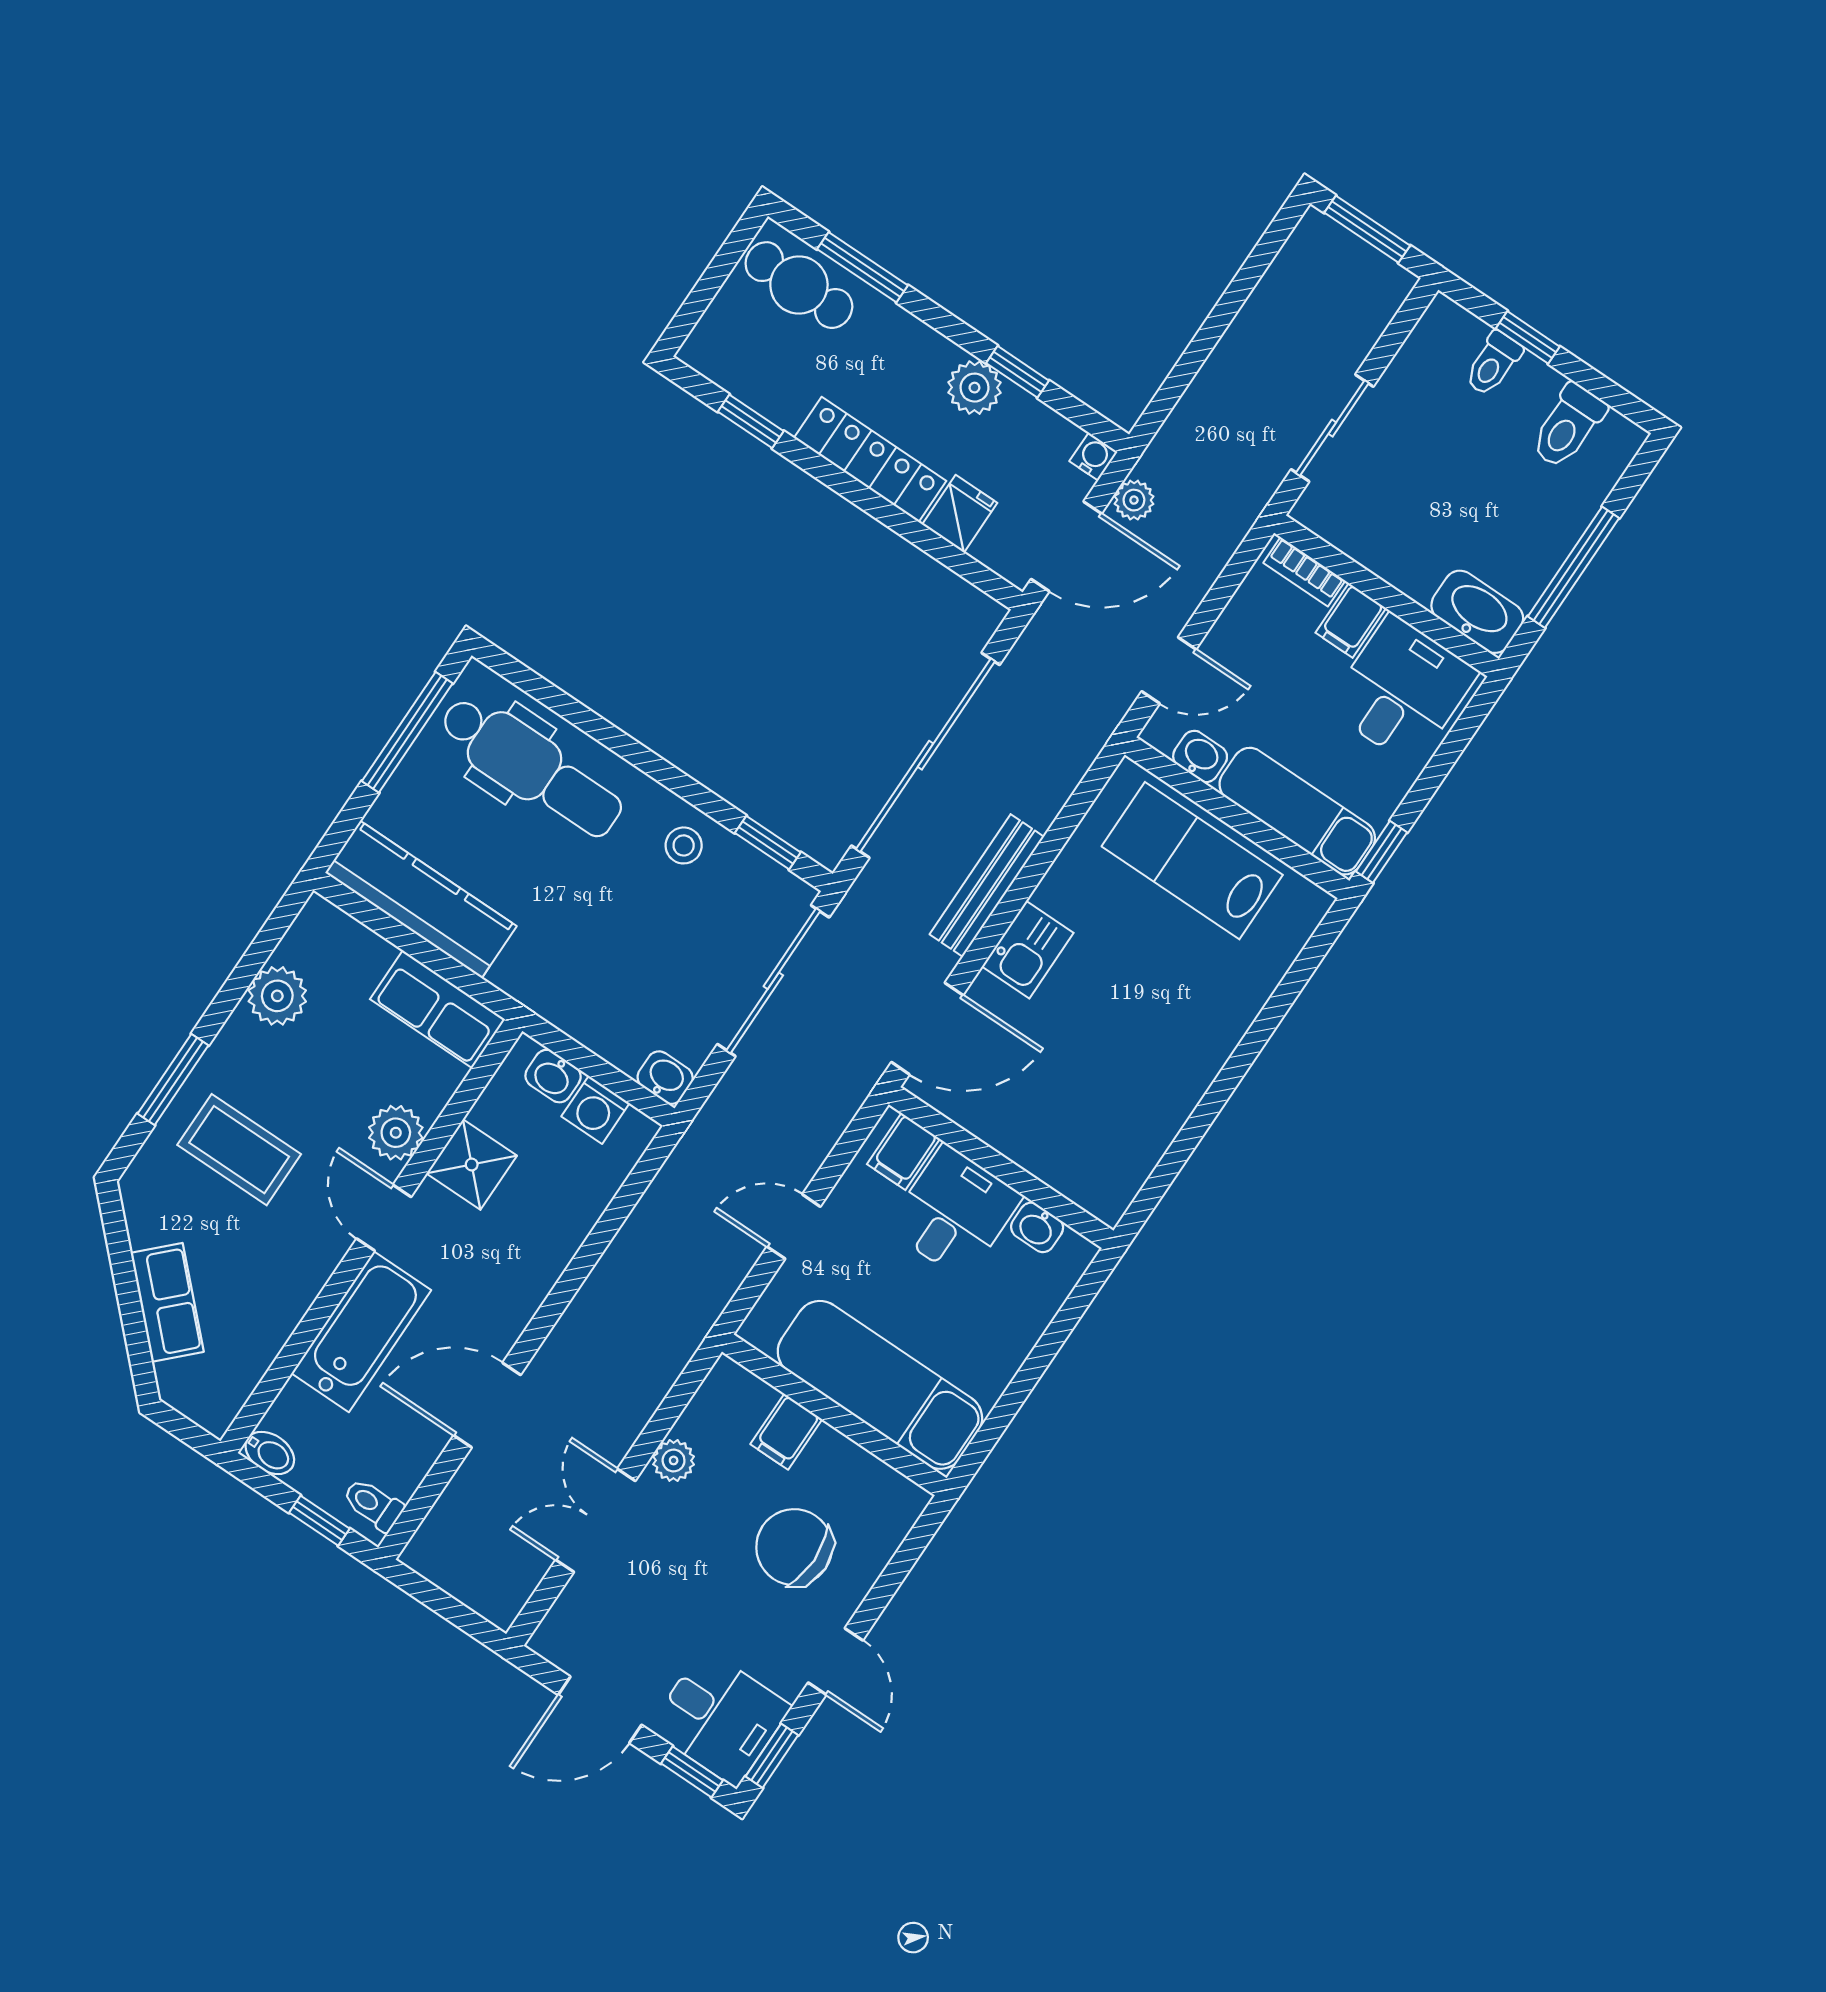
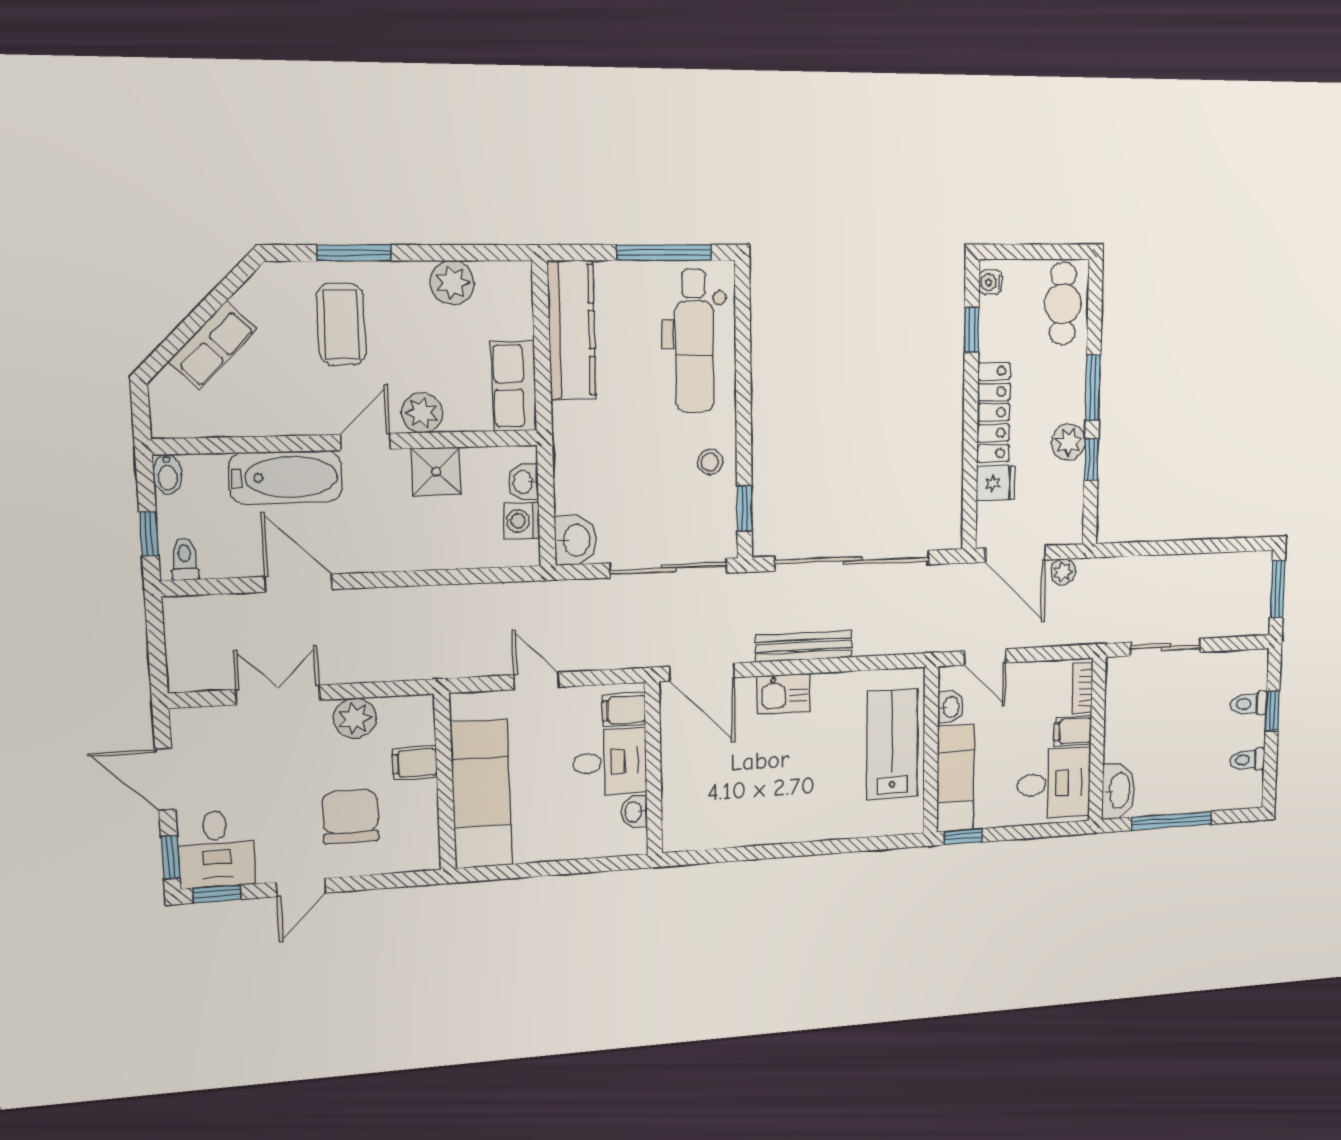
window: (863, 267) -> (1093, 387), moved
toilet: (1568, 426) -> (1247, 760), width x0.73, depth x0.72
water cooler: (1093, 457) -> (990, 282), moved, turned 180
washbasin: (665, 1078) -> (576, 540), width x1.38, depth x1.45
plant: (674, 1460) -> (355, 718), width x1.38, depth x1.38

